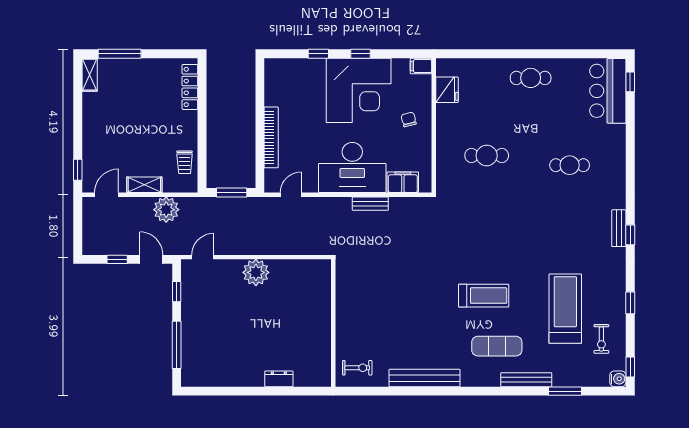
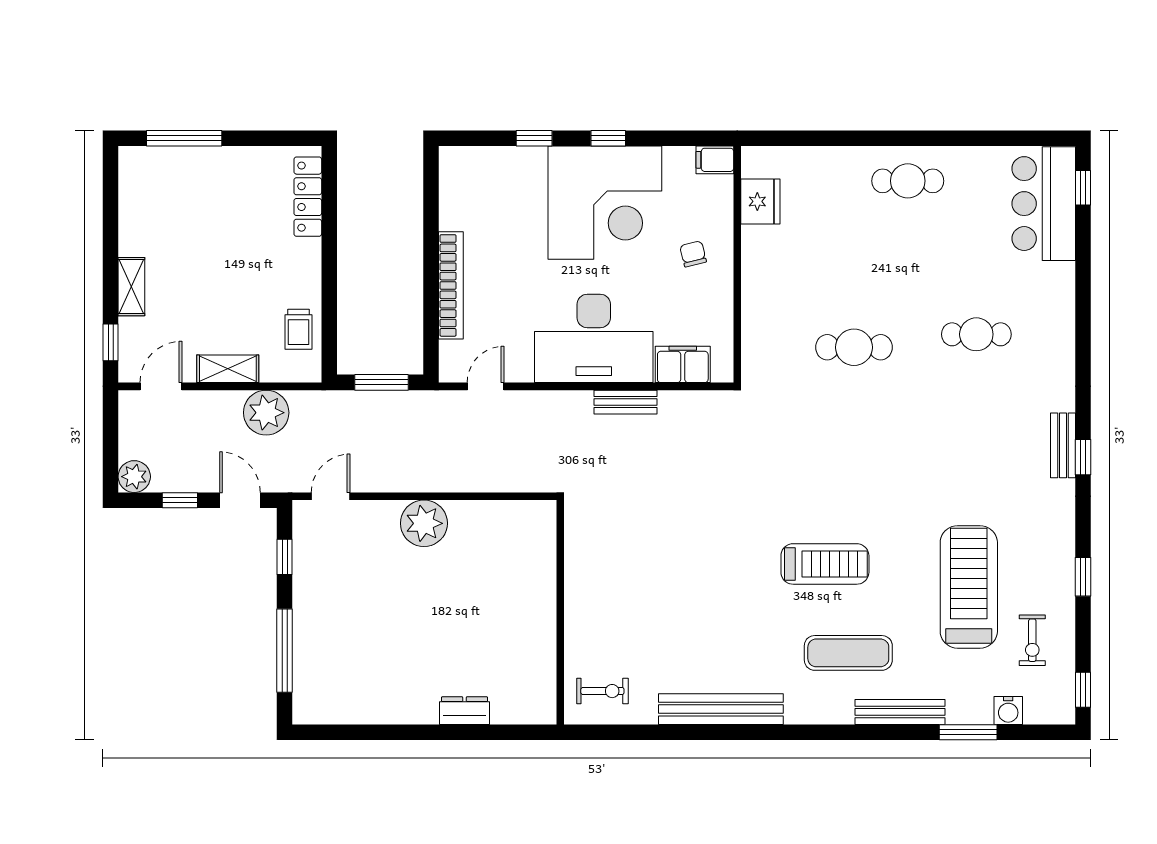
shelving: (90, 75) -> (131, 287), moved
cafe table: (487, 155) -> (854, 347), moved
plant: (91, 246) -> (134, 477), added
water cooler: (618, 379) -> (1008, 710), moved, turned 90

